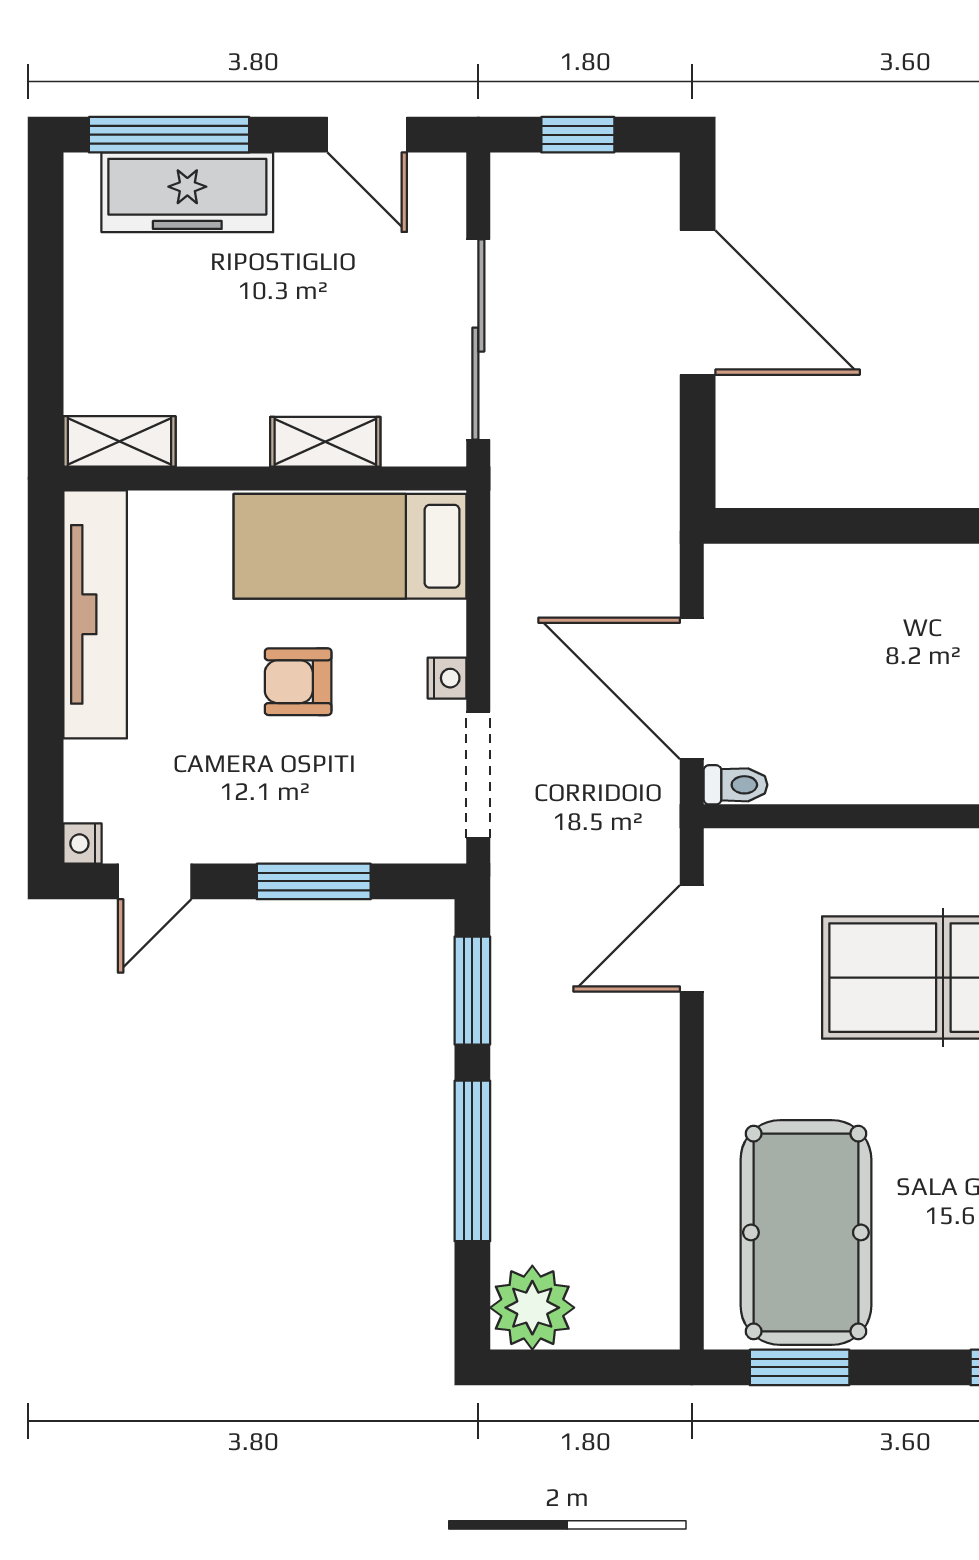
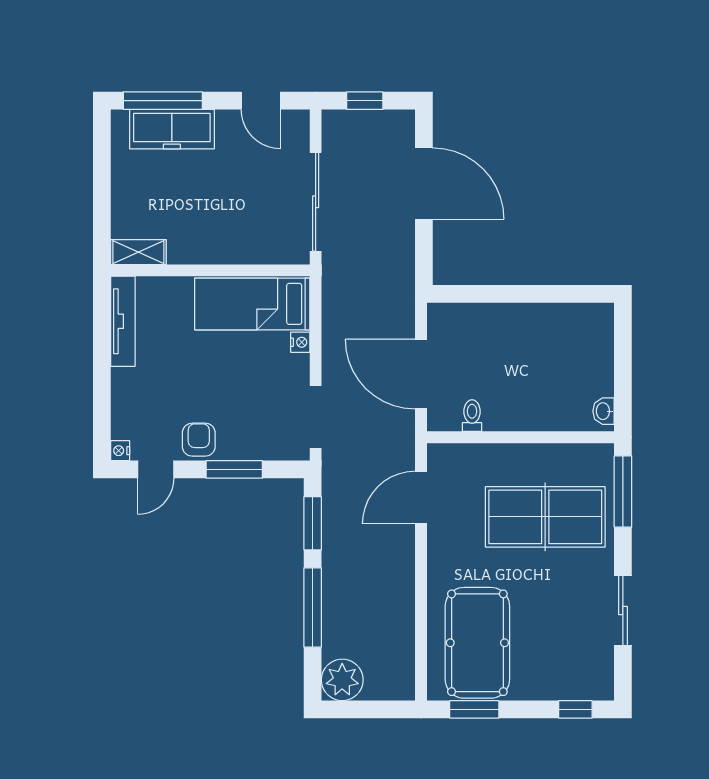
shelving: (325, 442) -> (240, 252), removed
tv unit: (95, 614) -> (123, 321), width x0.73, depth x0.78
nightstand: (447, 678) -> (300, 342), moved
armchair: (298, 682) -> (199, 440), moved, turned 90
toilet: (735, 785) -> (472, 416), moved, turned -90

